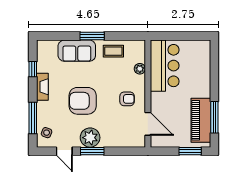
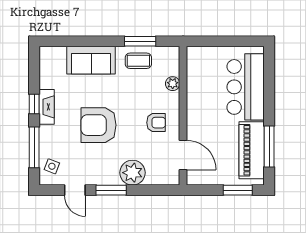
window: (92, 36) -> (140, 41), moved
bar counter: (165, 66) -> (246, 87), moved, turned 180
window: (33, 69) -> (34, 104), moved
plant: (90, 138) -> (132, 173), moved

